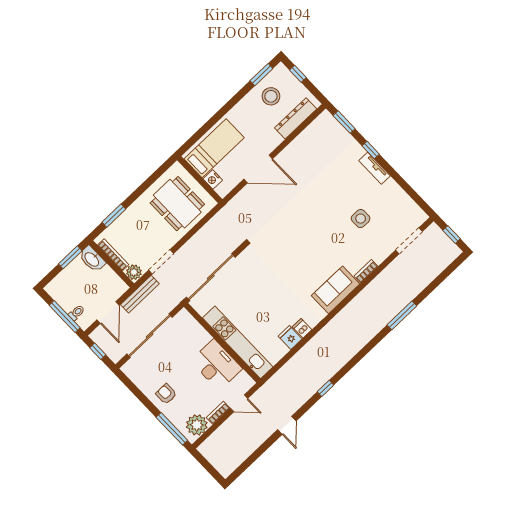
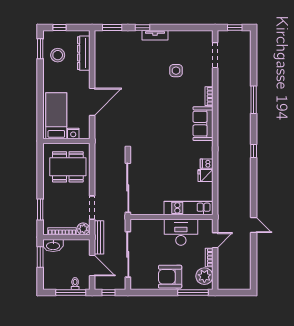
kitchen unit: (238, 342) -> (189, 208), width x0.73
window: (326, 388) -> (254, 151), moved
armchair: (166, 394) -> (170, 277), width x1.88, depth x1.88

